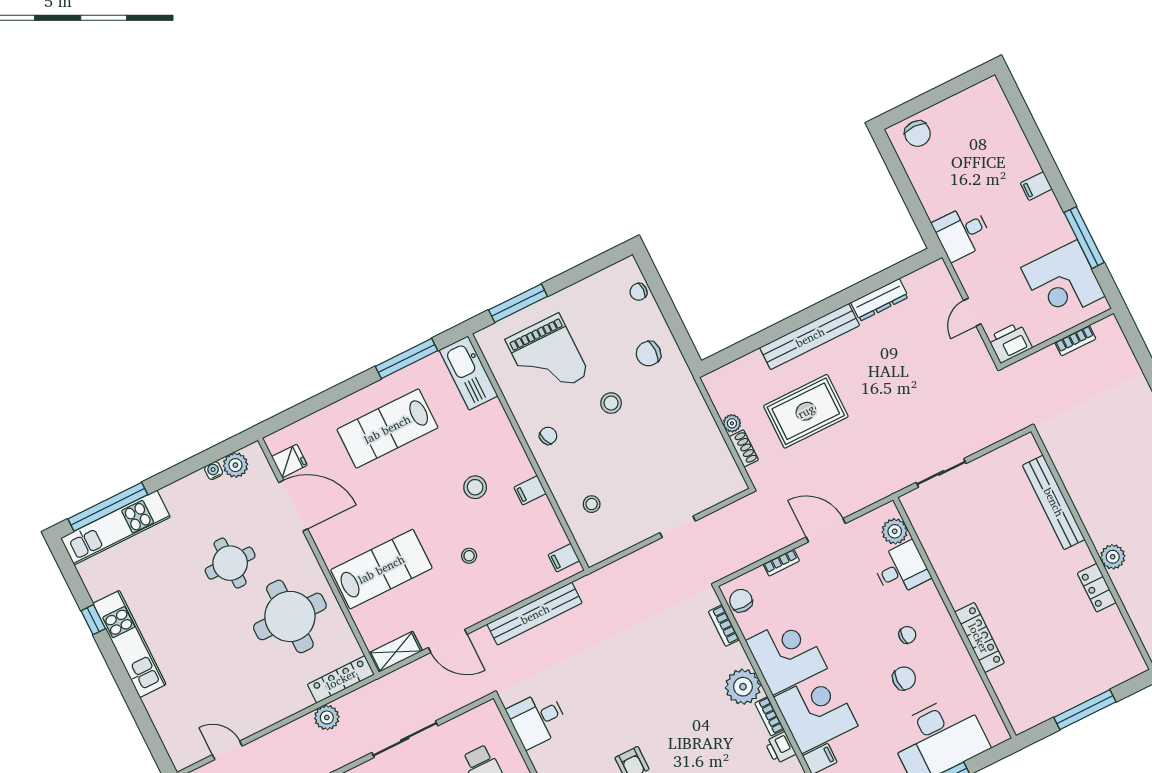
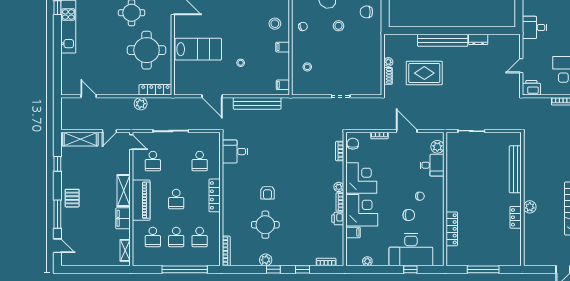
dresser: (880, 300) -> (478, 39), width x0.70
stool: (475, 487) -> (275, 24), moved
locker: (979, 638) -> (452, 229), moved
shelving: (396, 652) -> (186, 90), removed
plant: (743, 687) -> (339, 187), width x0.53, depth x0.53

